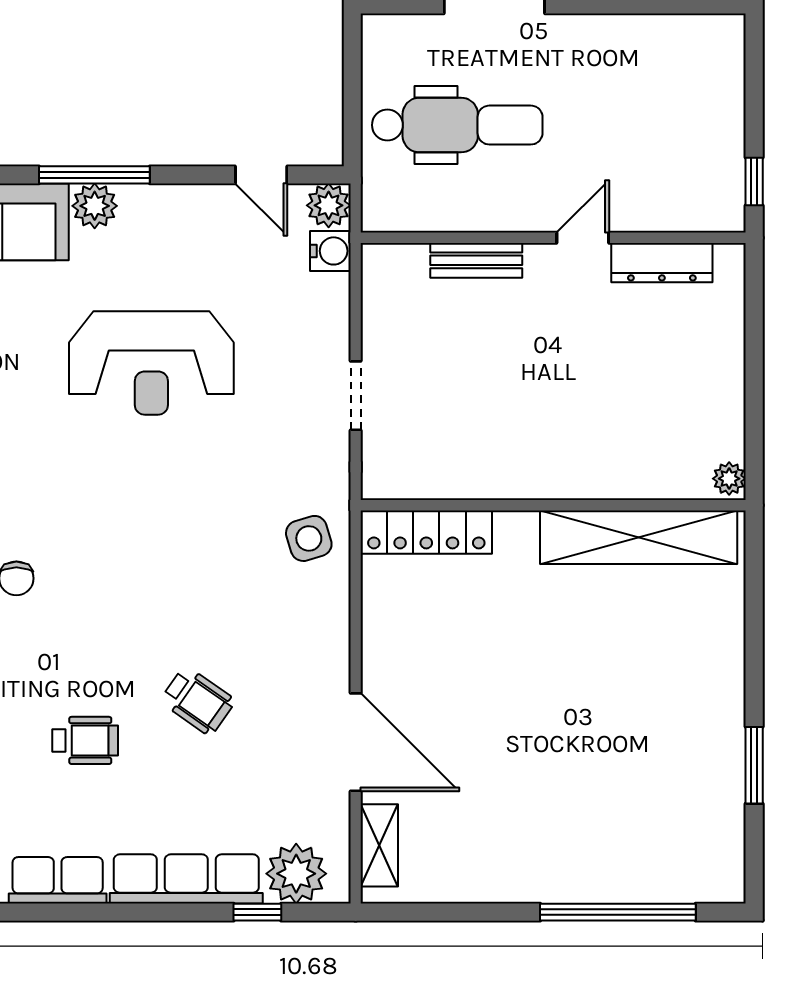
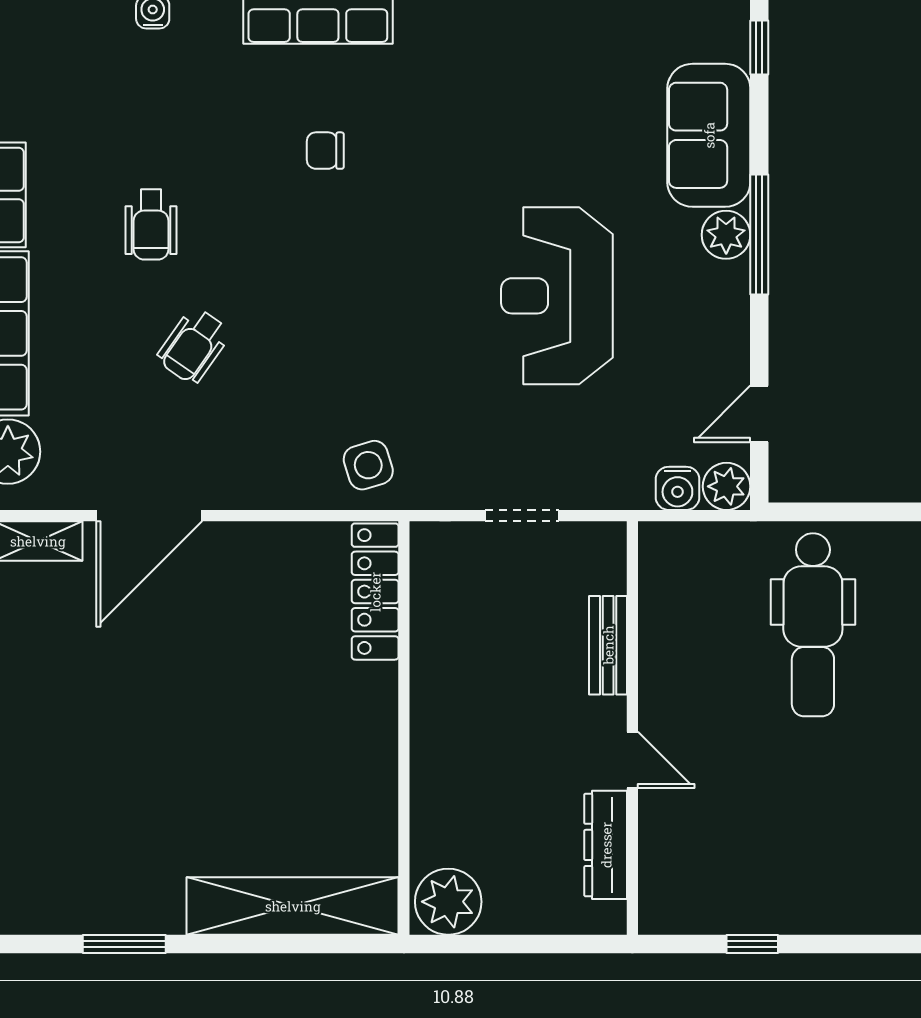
wall: (553, 238) -> (632, 728), moved
door: (583, 238) -> (632, 760), moved
bench: (476, 260) -> (608, 645), moved
dresser: (662, 263) -> (606, 845), moved
plant: (729, 479) -> (448, 902), width x1.88, depth x1.88
shelving: (639, 537) -> (293, 906), moved, turned 90

